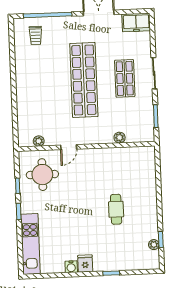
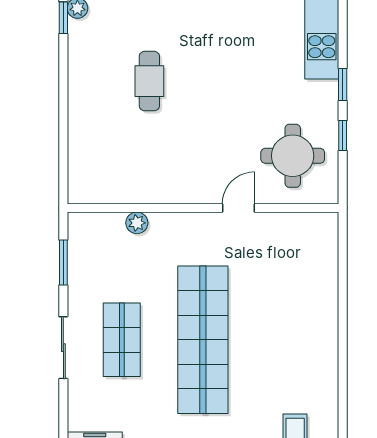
plant: (39, 141) -> (297, 222), removed

